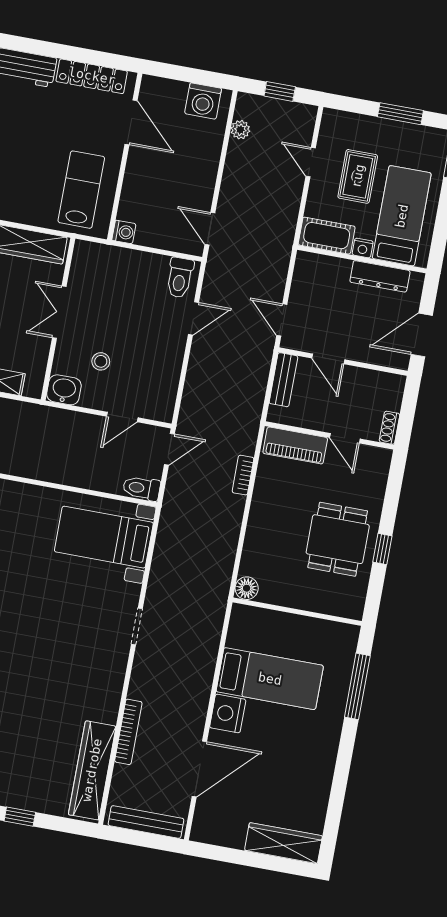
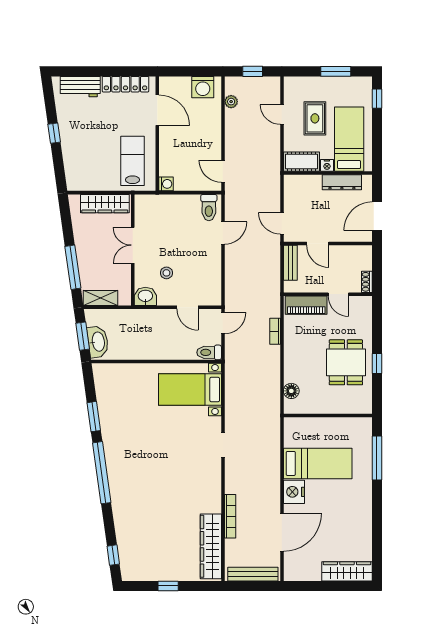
door: (122, 417) -> (188, 307), hinge flipped
floor lamp: (247, 588) -> (291, 391), moved

